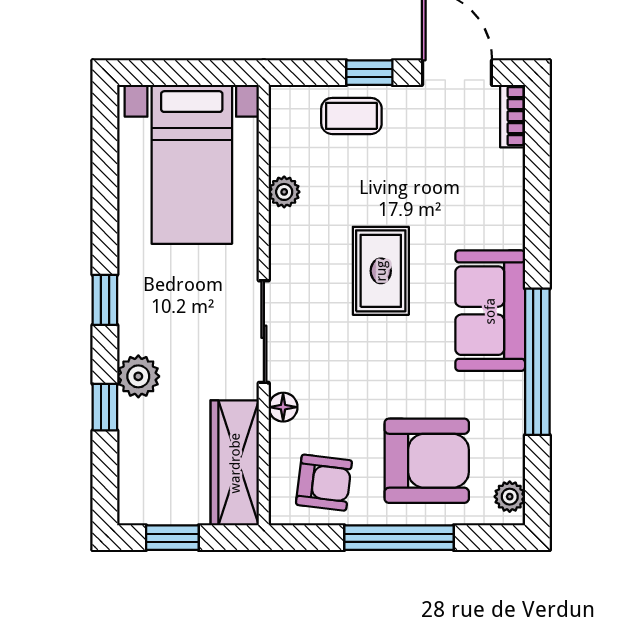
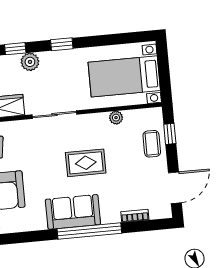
window: (369, 73) -> (170, 134), moved
bookcase: (513, 116) -> (135, 216), moved
window: (537, 362) -> (89, 231), moved
floor lamp: (283, 407) -> (23, 126), removed

